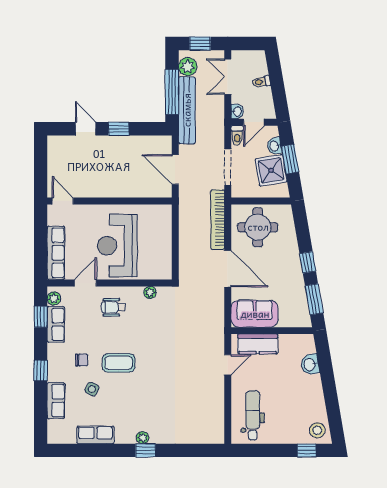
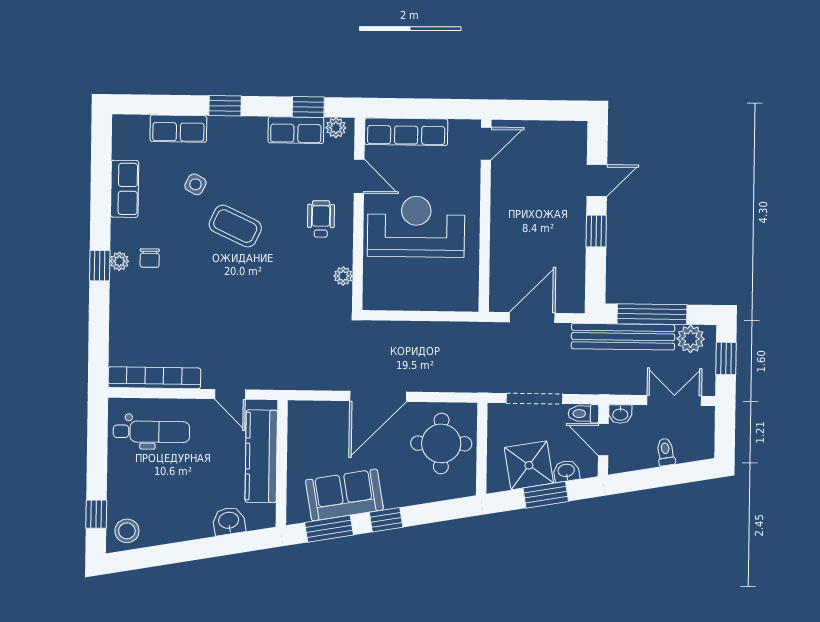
bookcase: (218, 220) -> (154, 378), moved
sofa: (255, 314) -> (344, 495), moved, turned -100
kitchen counter: (258, 344) -> (261, 456), width x1.50
chair: (82, 360) -> (150, 258), moved
coffee table: (119, 363) -> (235, 226), turned -65

